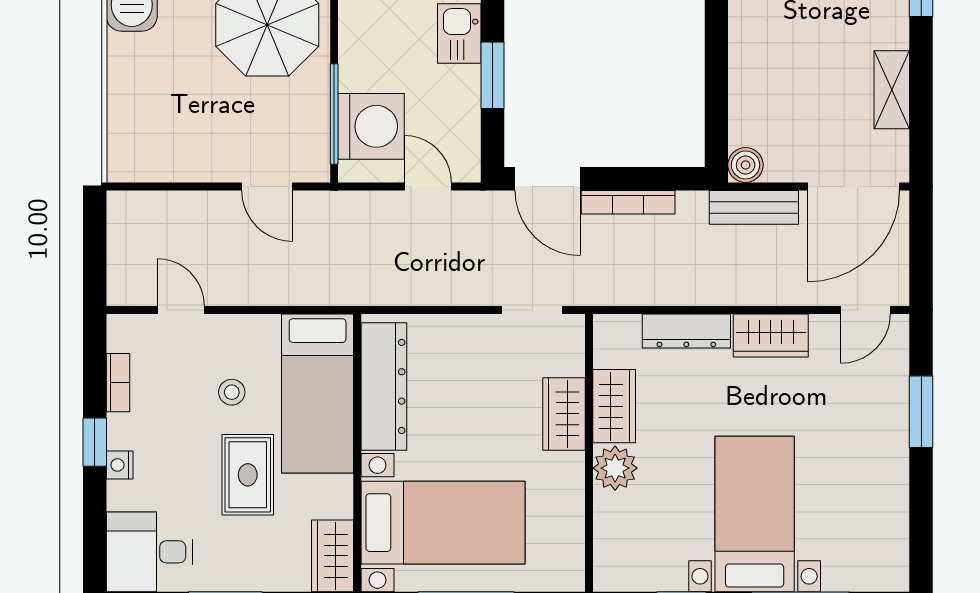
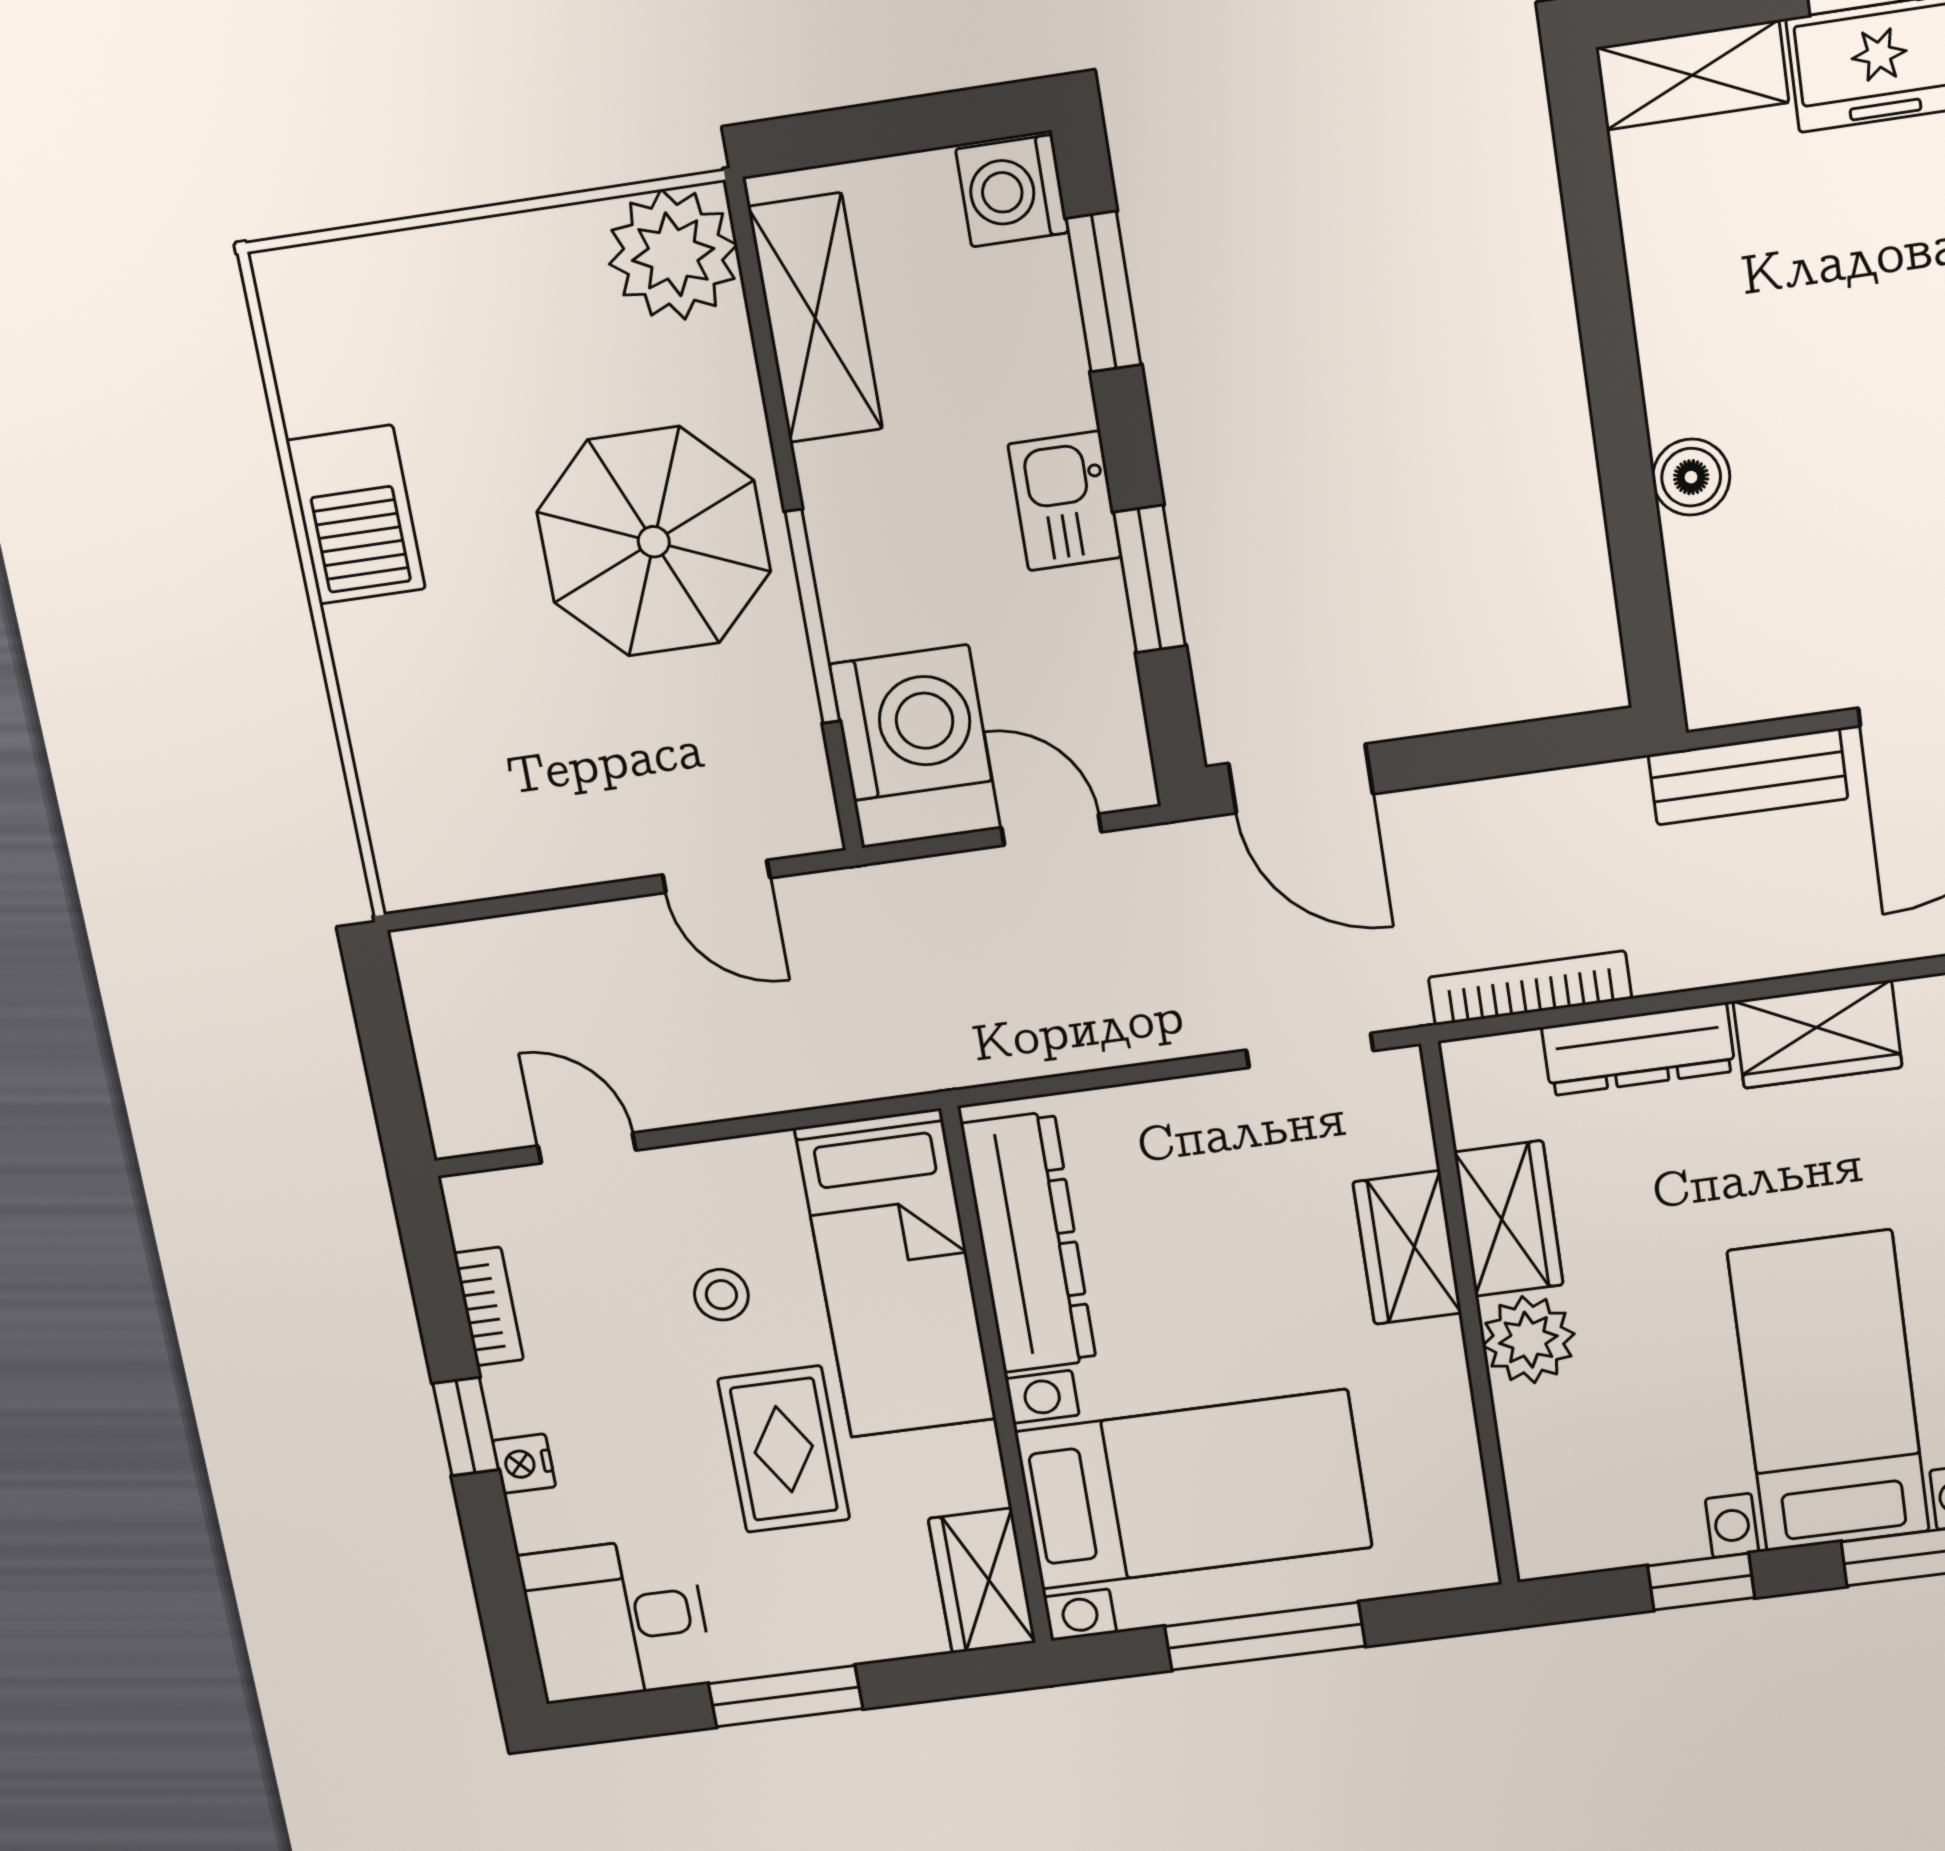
window: (334, 114) -> (812, 617), moved
boiler: (746, 165) -> (1691, 477), moved
bookcase: (628, 202) -> (1530, 988), moved, turned 180

